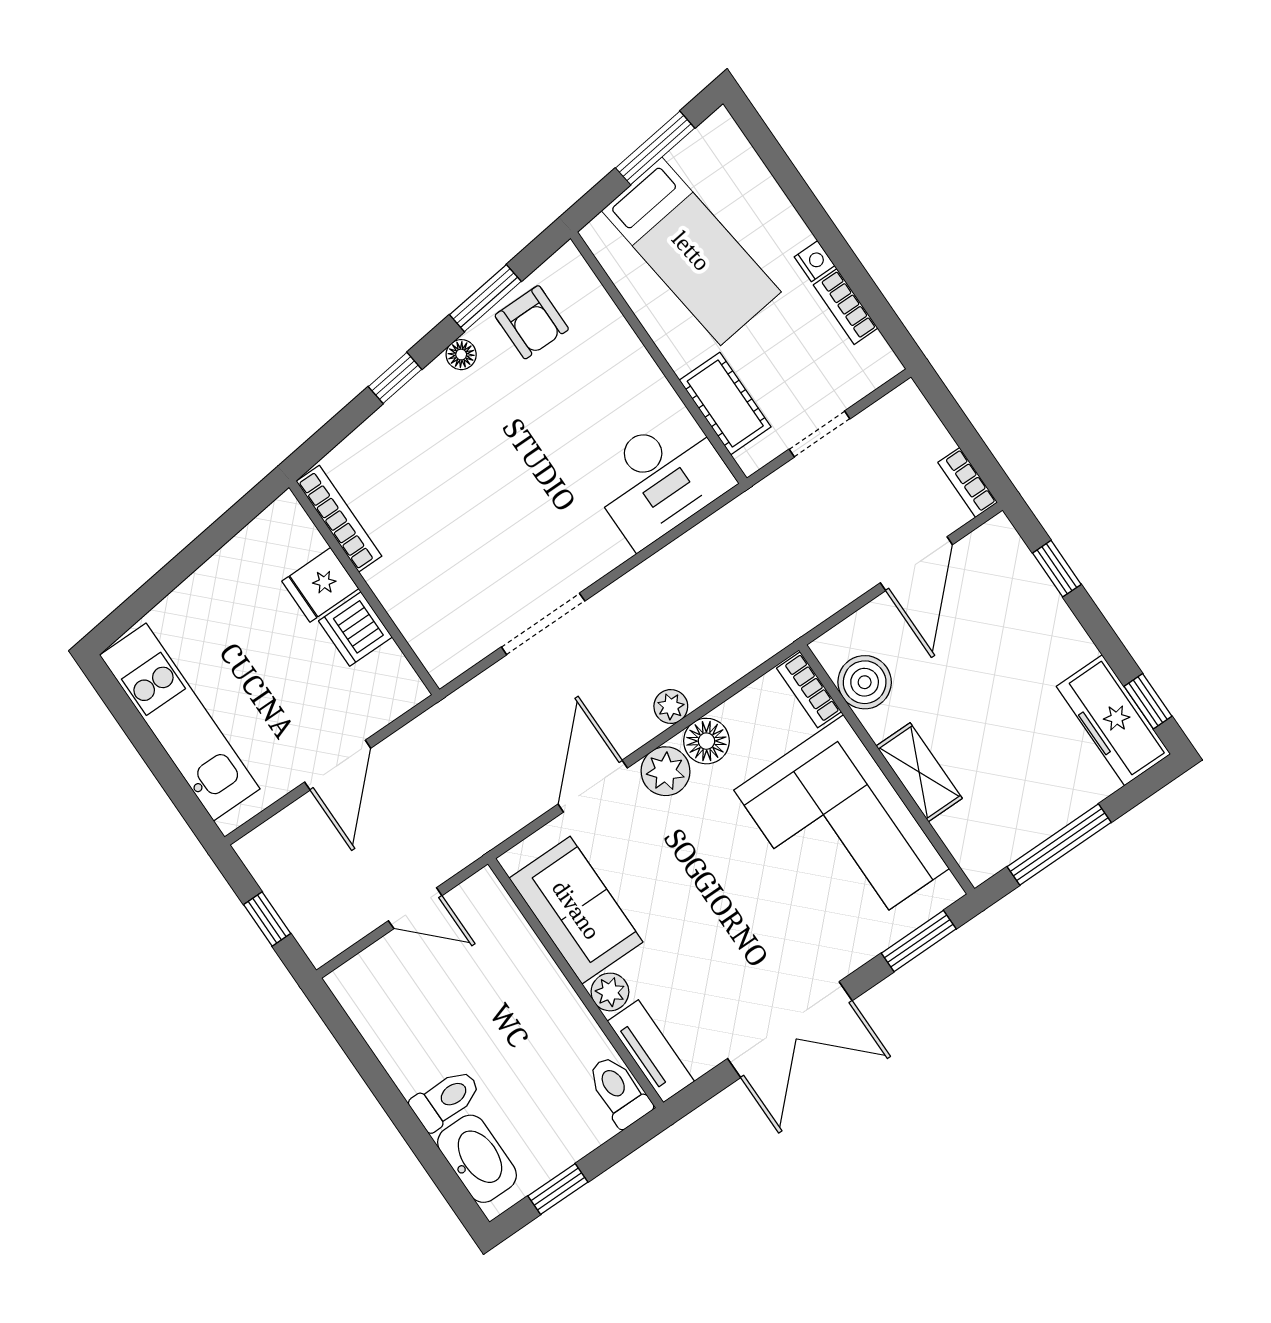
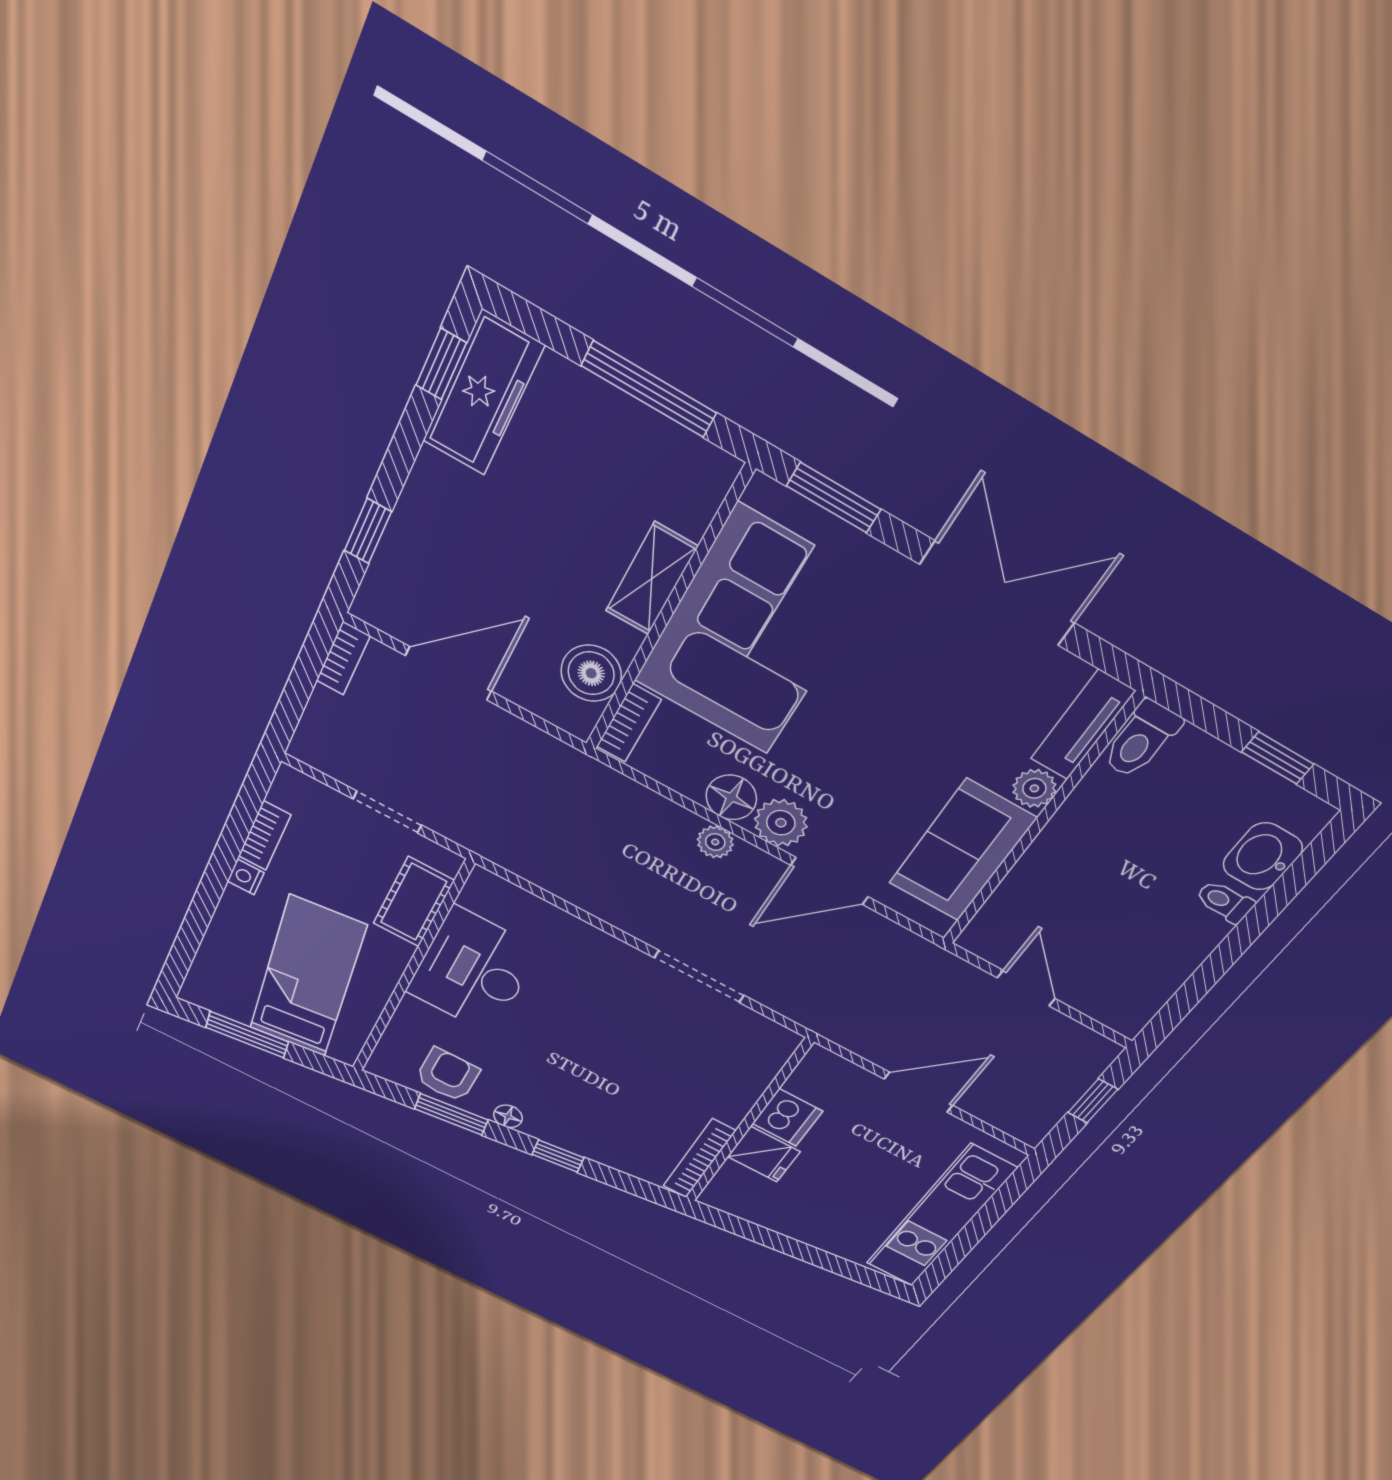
desk: (660, 479) -> (473, 971), moved, turned -90
toilet: (446, 1099) -> (1225, 902), width x0.73, depth x0.72
washbasin: (477, 1159) -> (1263, 856), width x0.72

